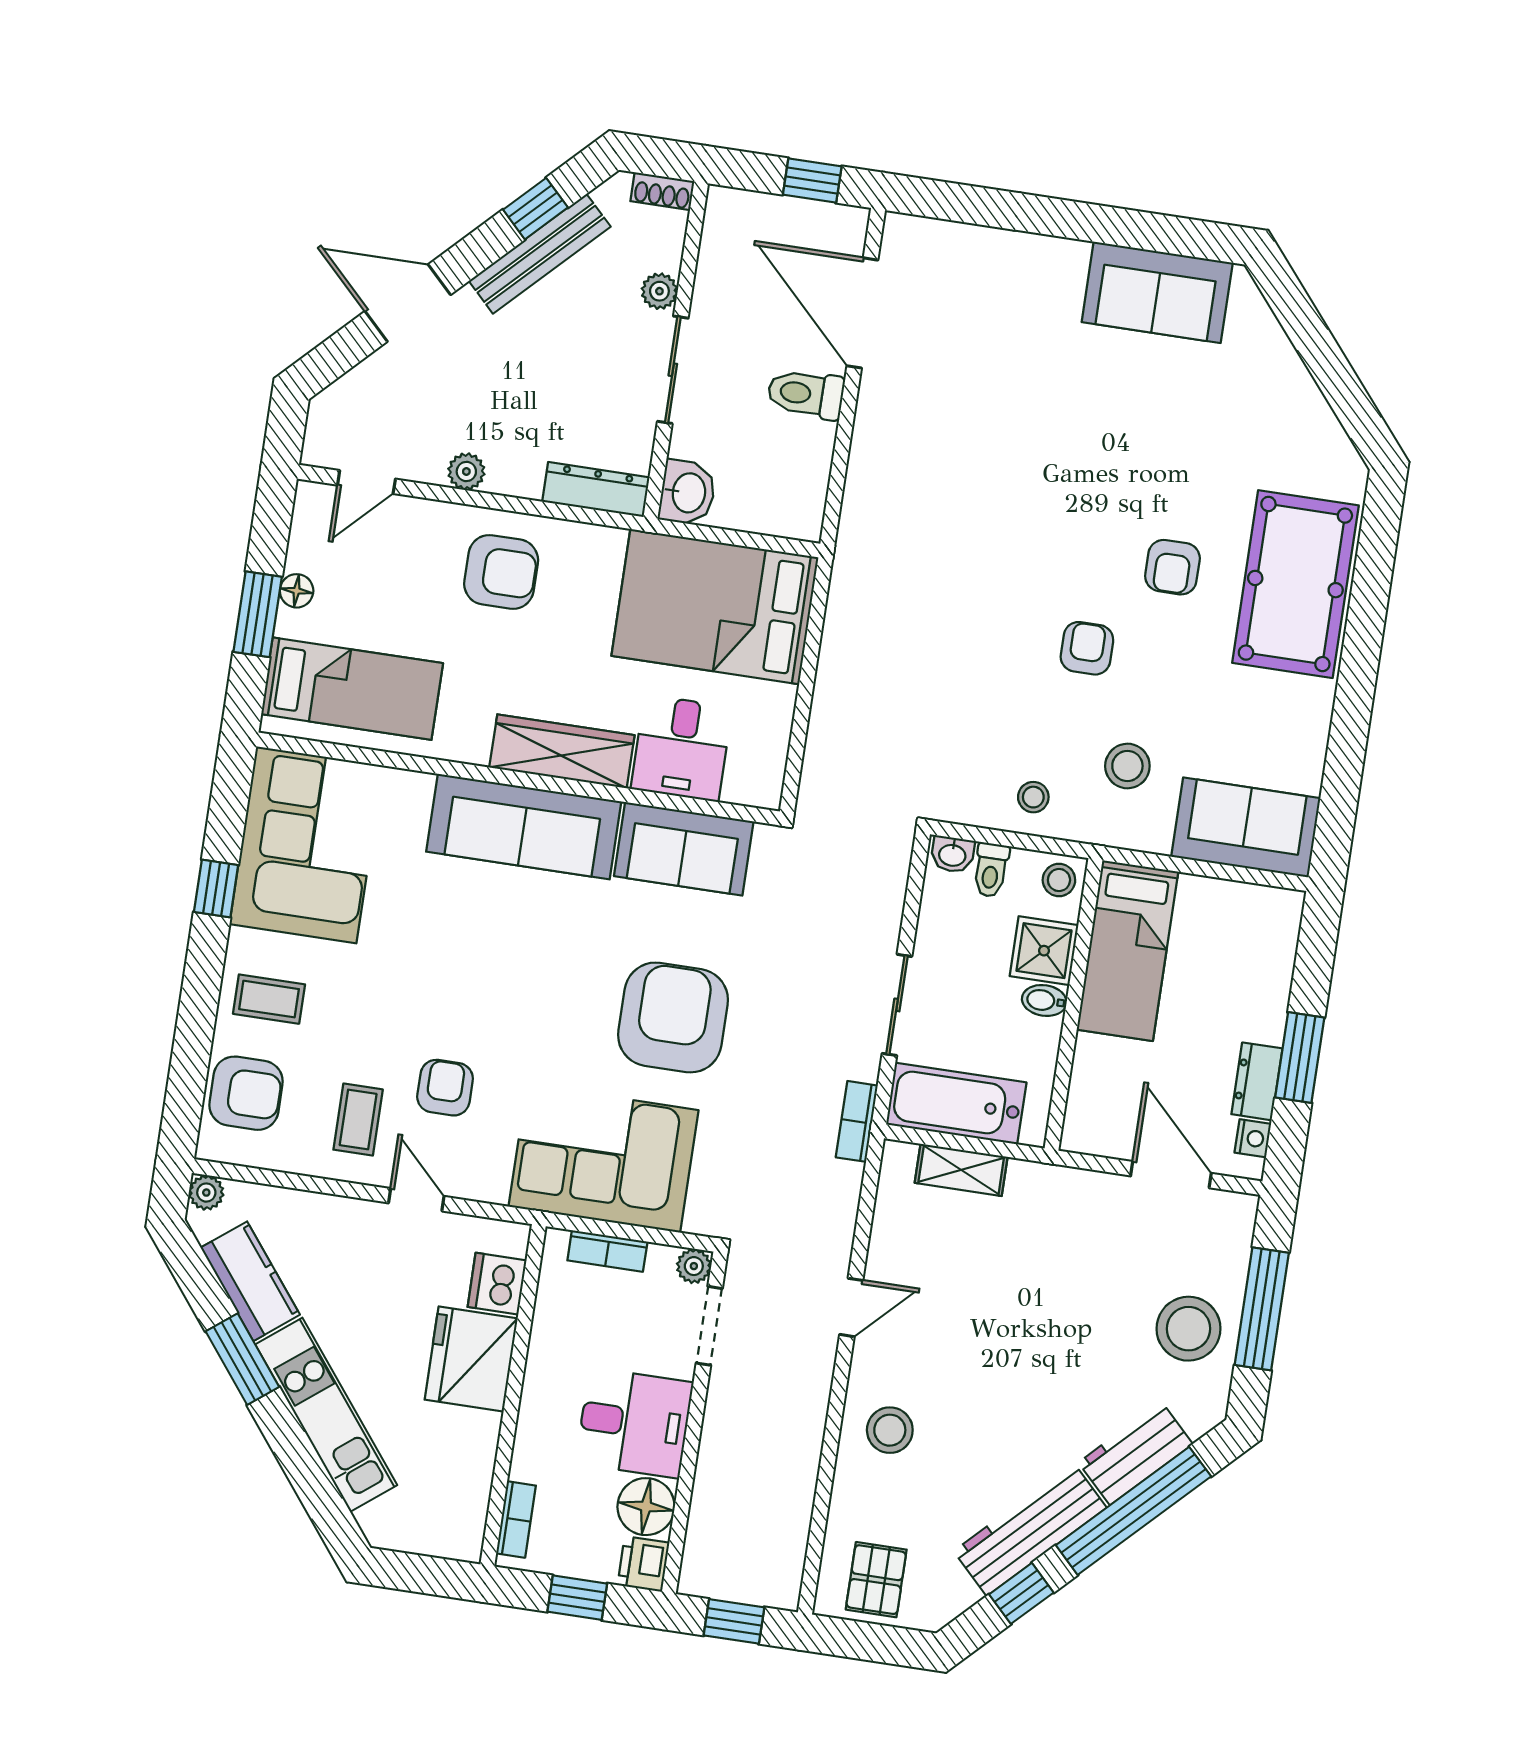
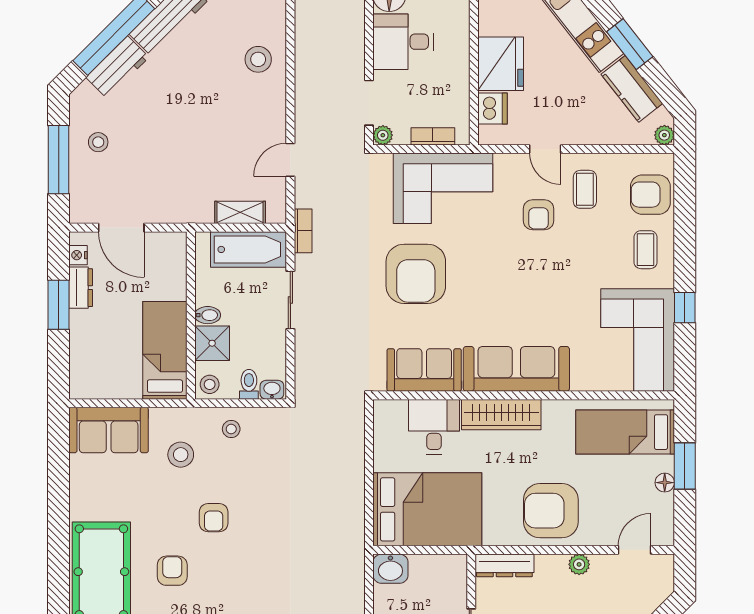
washbasin: (687, 493) -> (390, 569), moved, turned -90
armchair: (501, 572) -> (551, 511), width x1.36, depth x1.36
coffee table: (269, 999) -> (645, 250), turned 90
door: (851, 1307) -> (290, 160), moved
stool: (1188, 1329) -> (98, 142), width x0.53, depth x0.53

